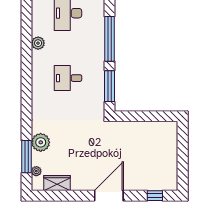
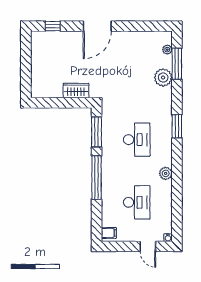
desk: (68, 78) -> (137, 140), width x1.37
window: (26, 92) -> (177, 126), added
wardrobe: (57, 183) -> (76, 91), moved, turned 180

